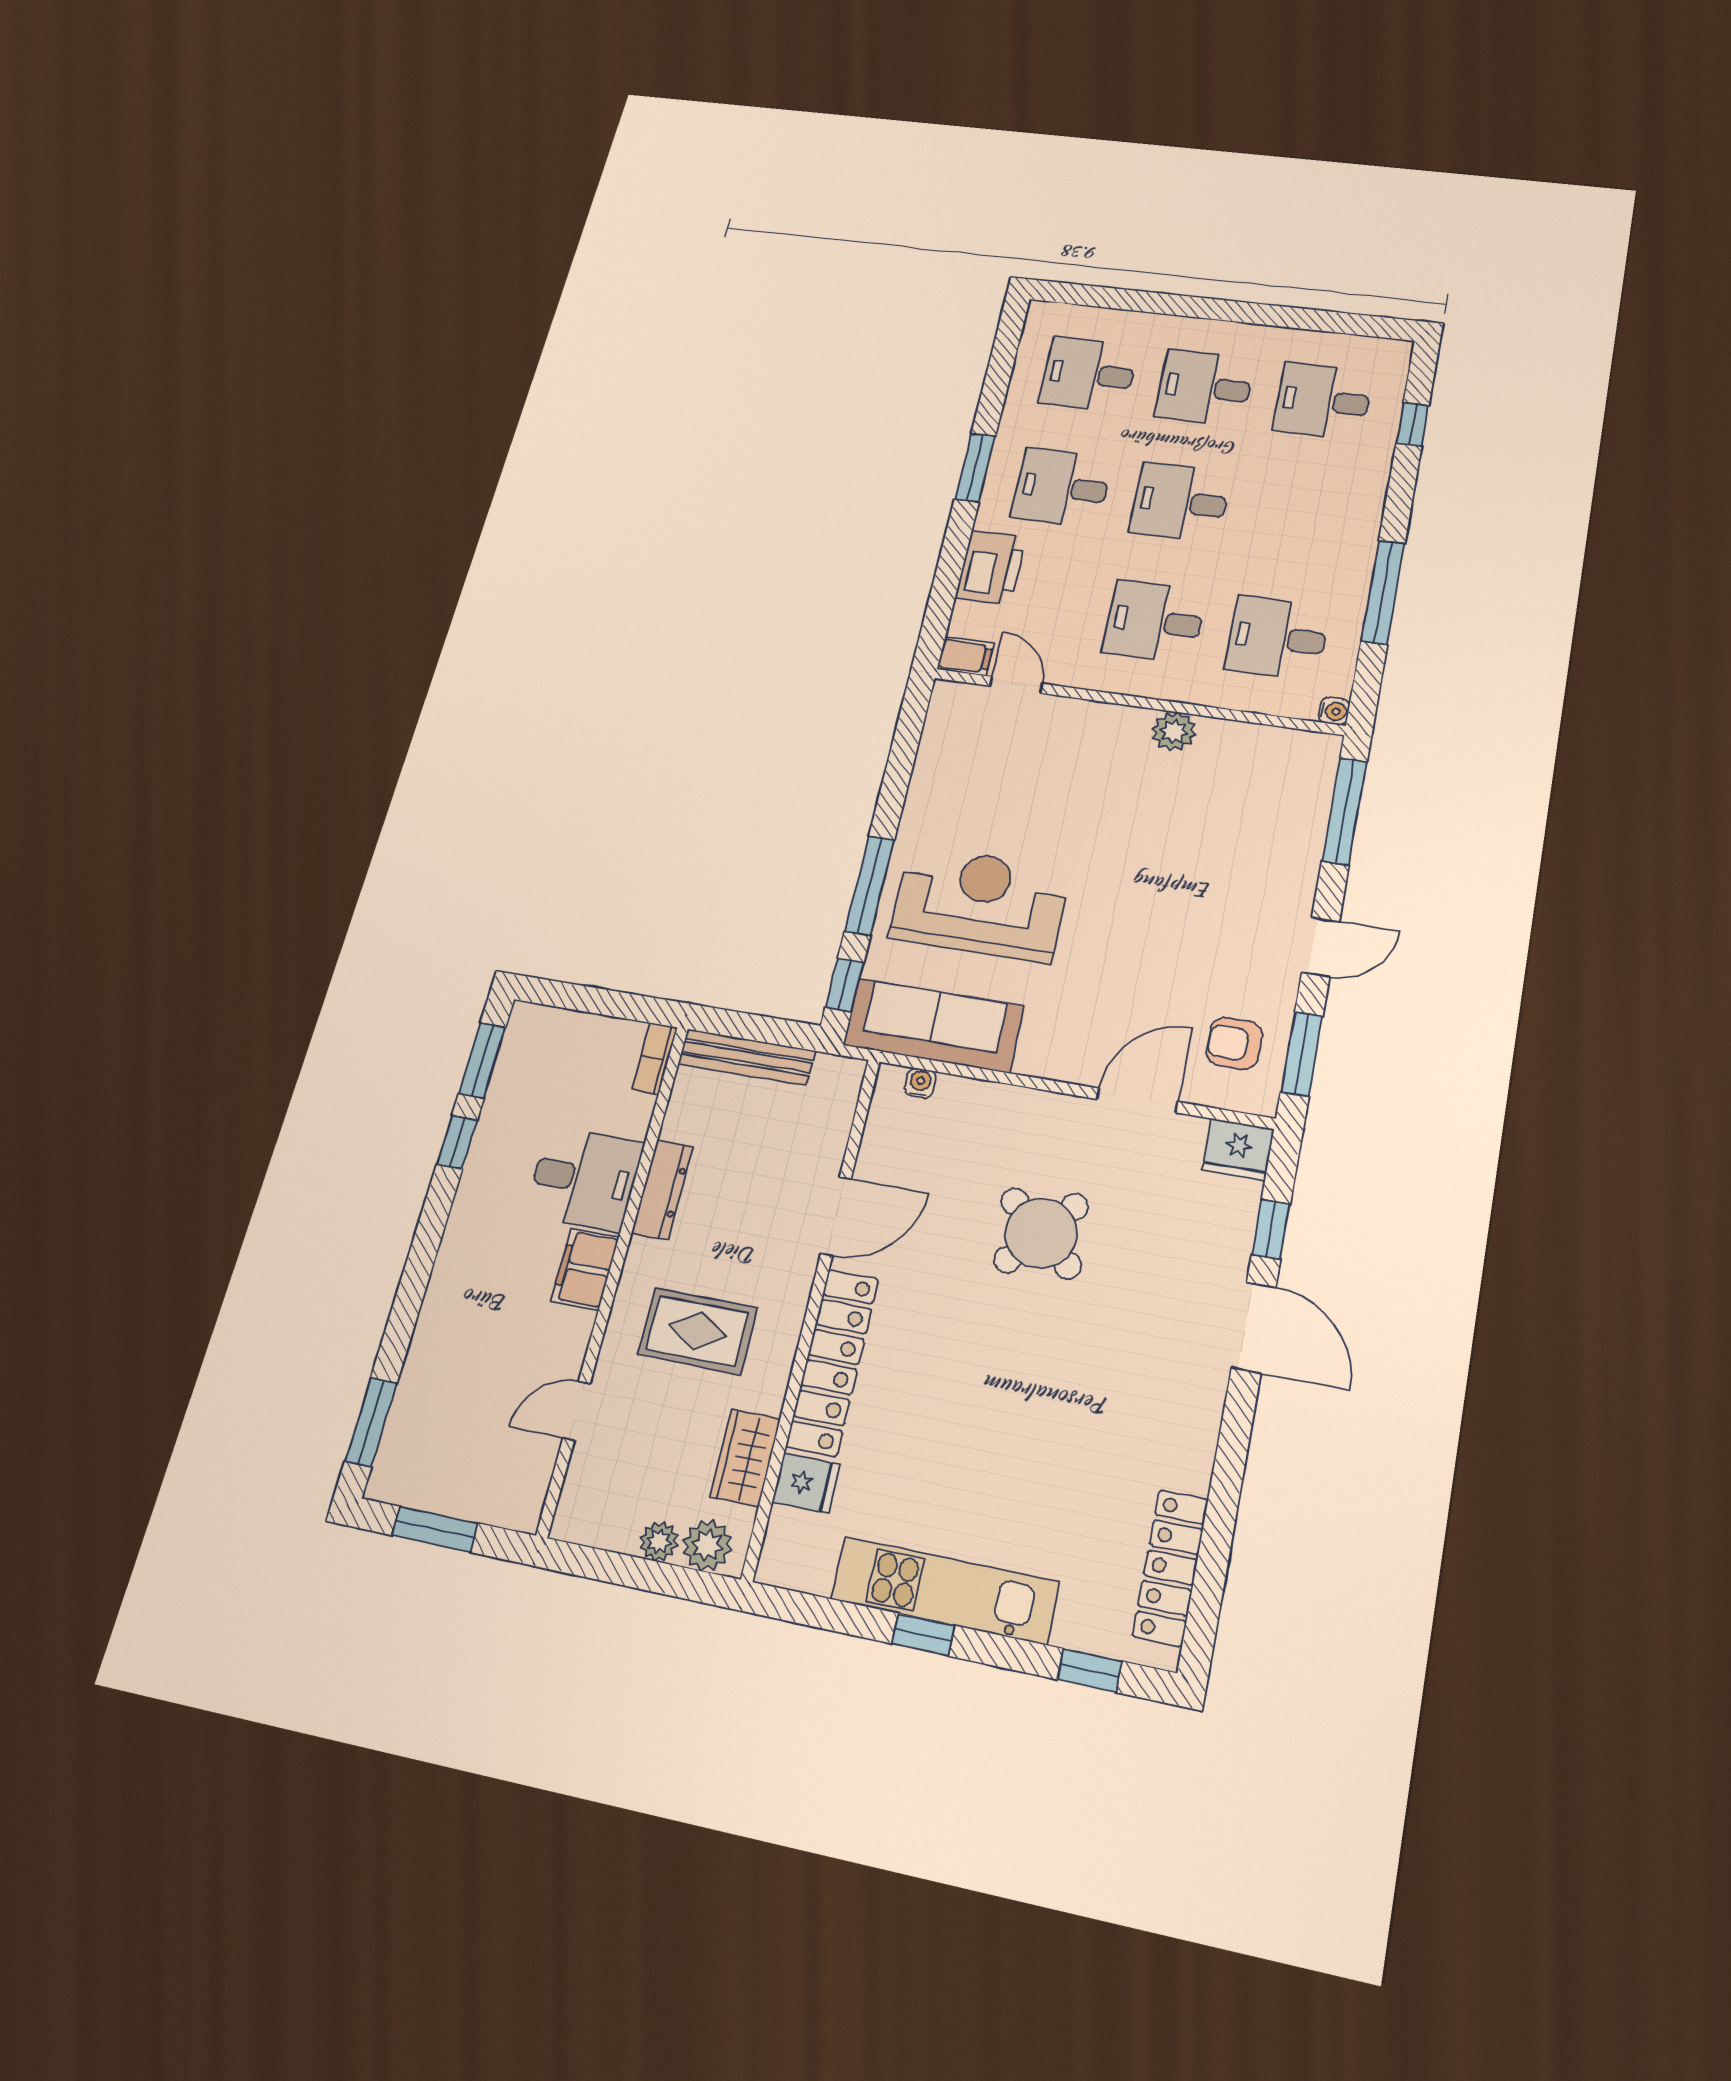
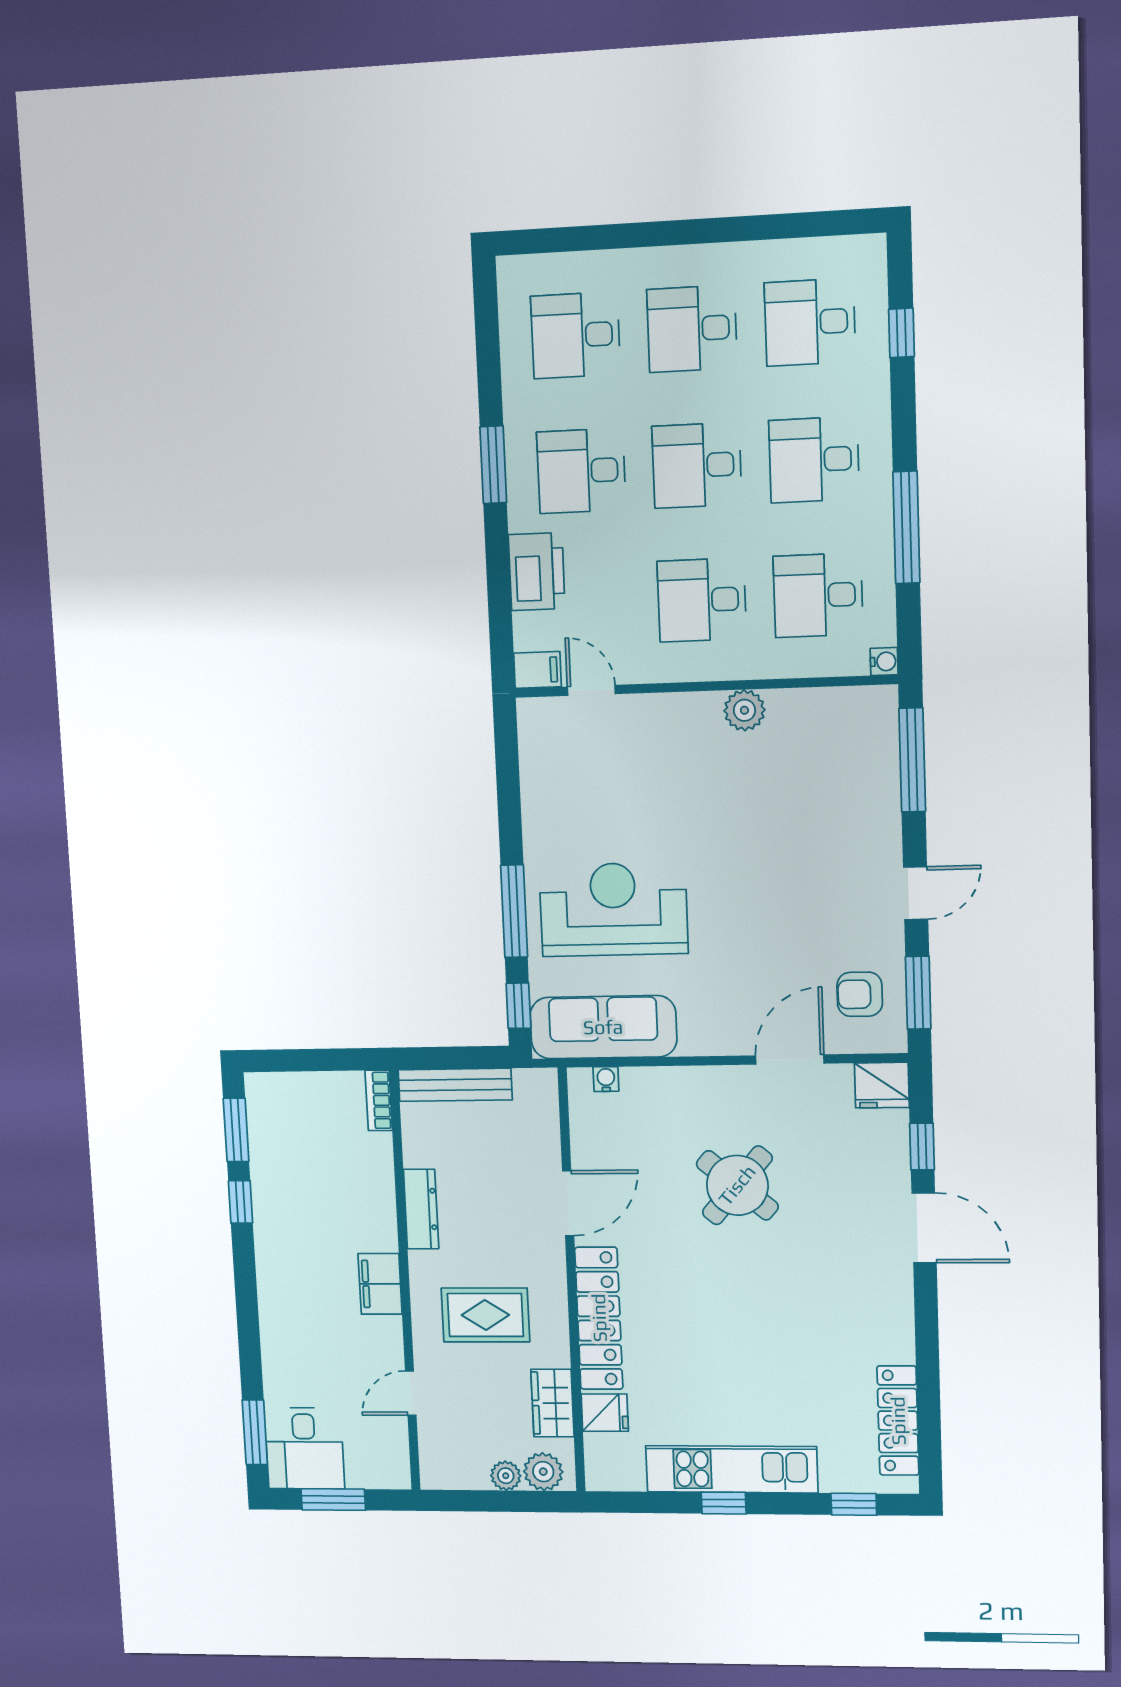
desk: (1301, 517) -> (814, 460), added
desk: (584, 1179) -> (304, 1448), moved, turned 90

